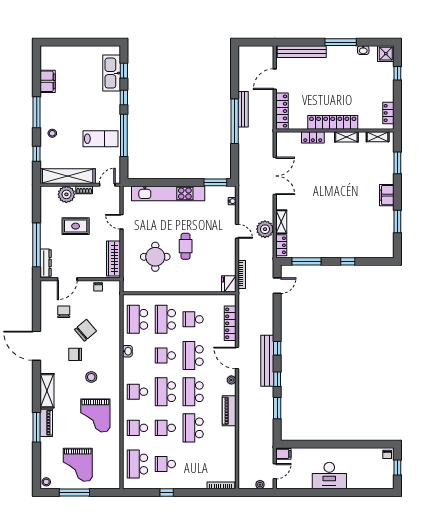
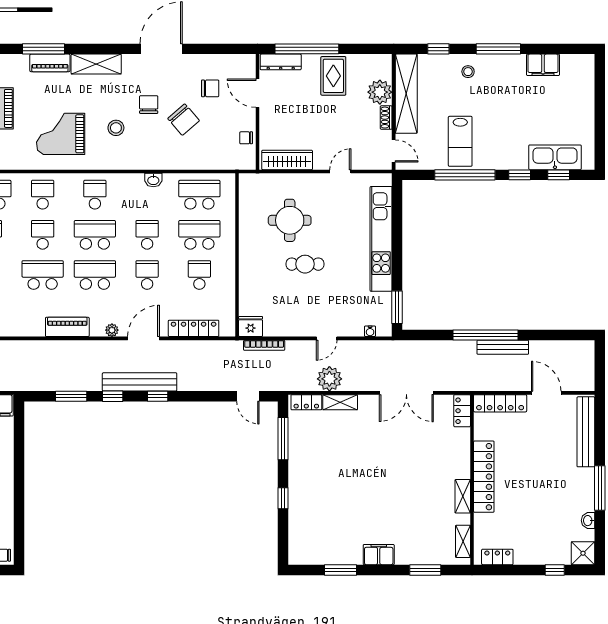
locker: (313, 137) -> (462, 411), moved
rug: (76, 226) -> (333, 76), moved
school desk: (193, 356) -> (147, 275), width x0.54

